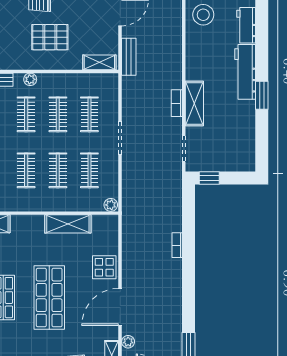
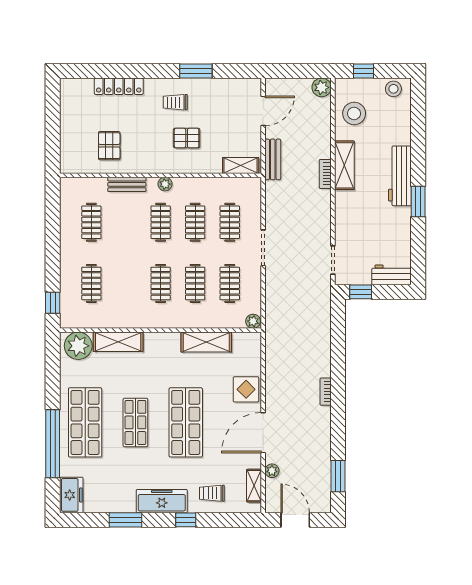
workbench: (246, 25) -> (392, 275), moved, turned 90
pallet: (50, 37) -> (187, 138), width x0.67, depth x0.71
bookcase: (177, 103) -> (325, 174), moved
shelving: (194, 103) -> (344, 165), moved
bookcase: (177, 245) -> (326, 392), moved

